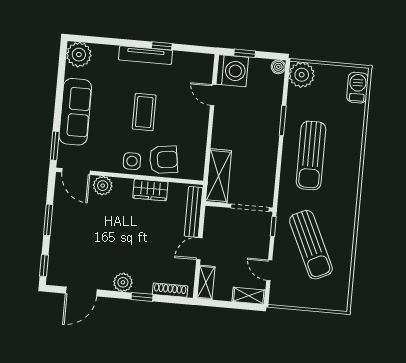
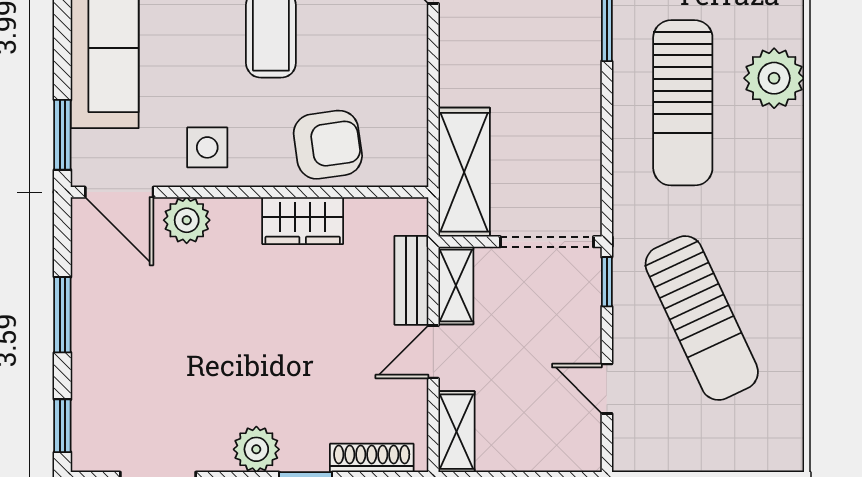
plant: (349, 149) -> (774, 78), added
side table: (132, 161) -> (207, 147), moved
bench: (193, 212) -> (411, 280), width x0.73
shelving: (249, 296) -> (456, 286), moved, turned 90

